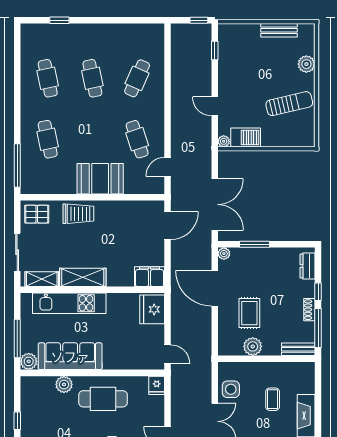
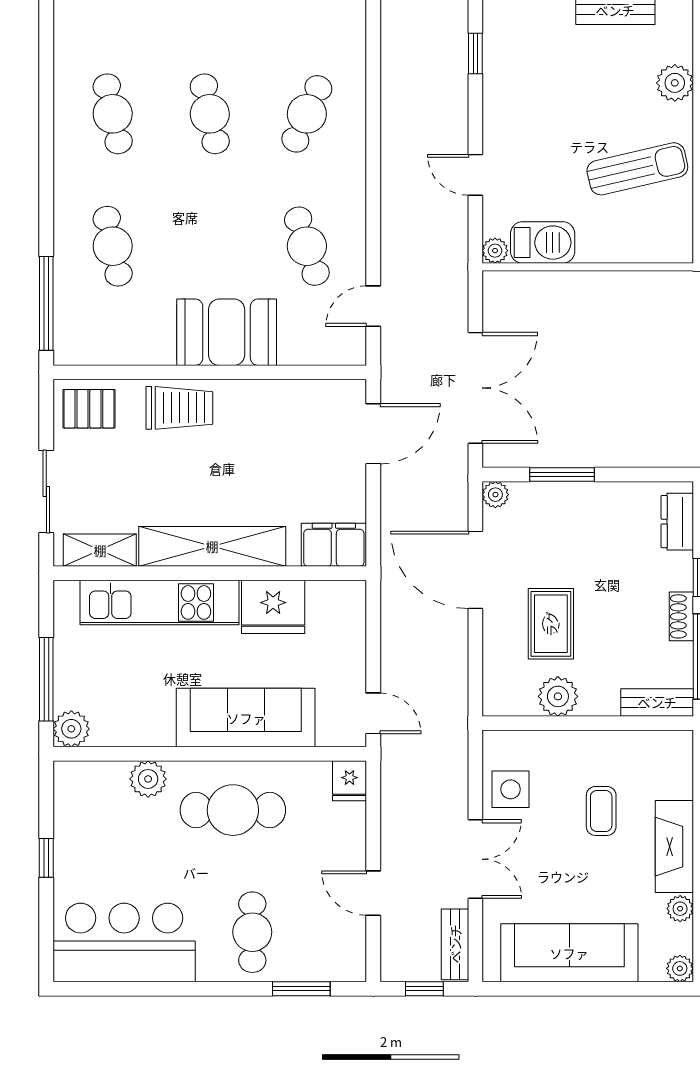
shelving: (83, 277) -> (212, 546), width x1.47
fridge: (152, 309) -> (273, 607), moved, turned -90
sofa: (70, 356) -> (246, 718), moved

